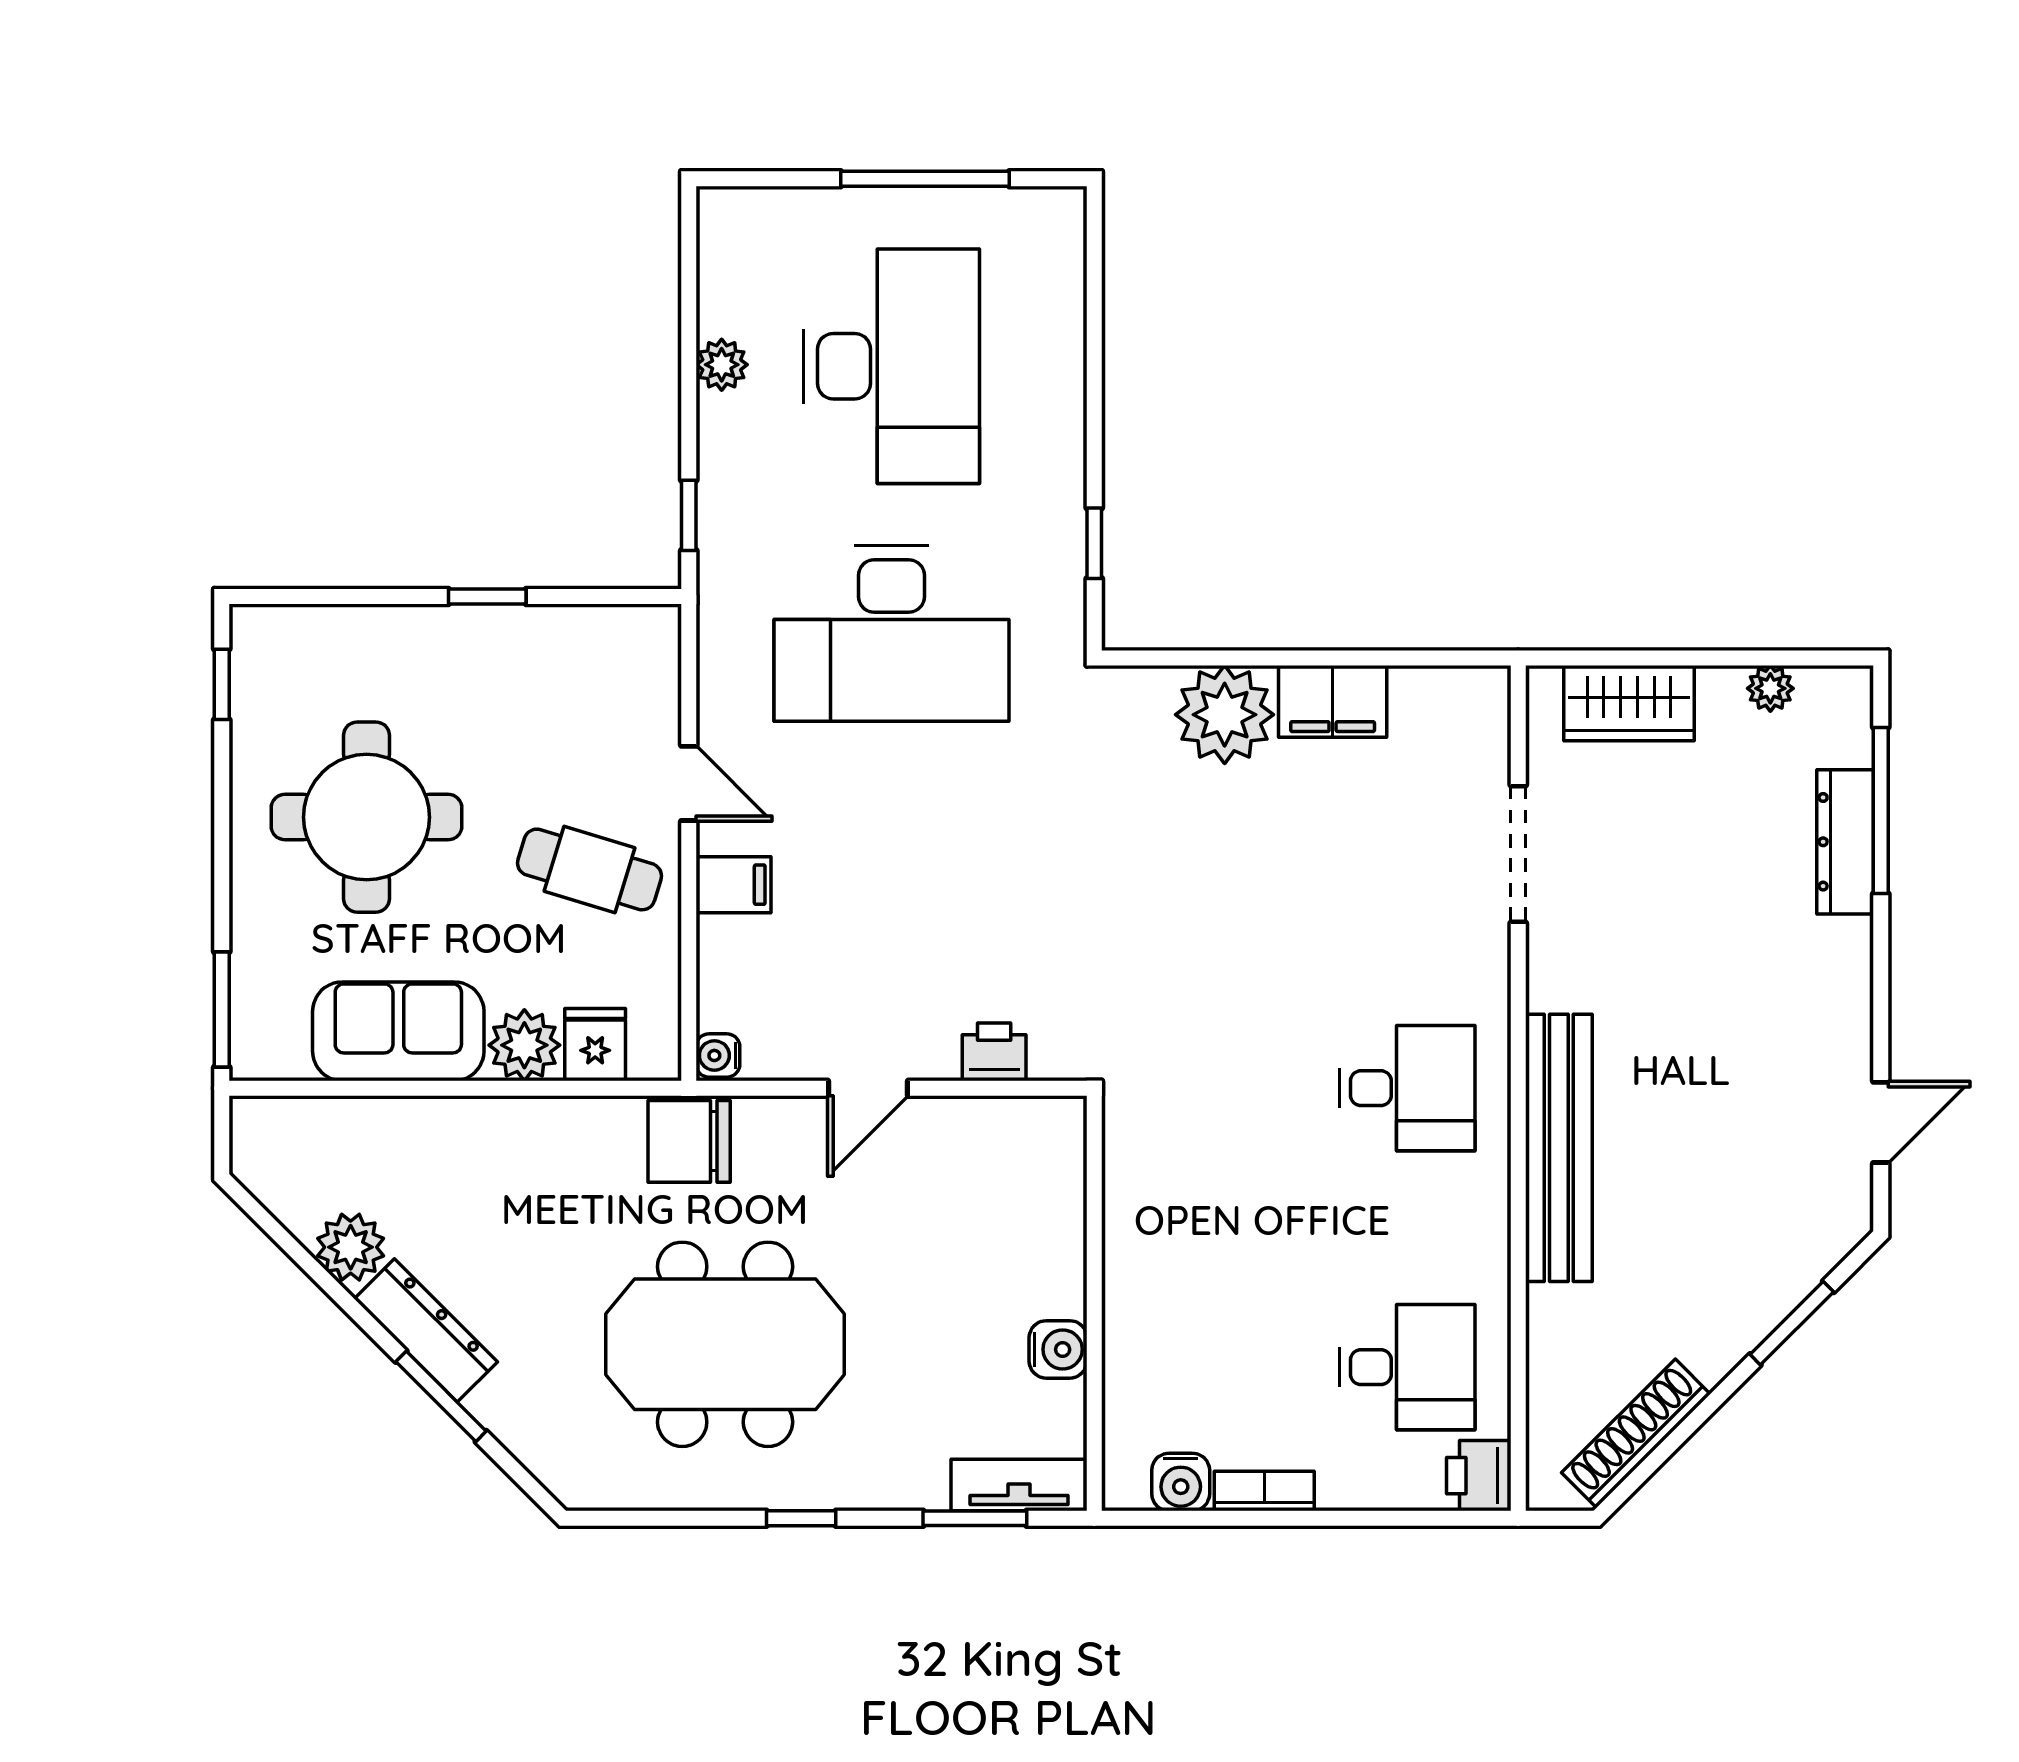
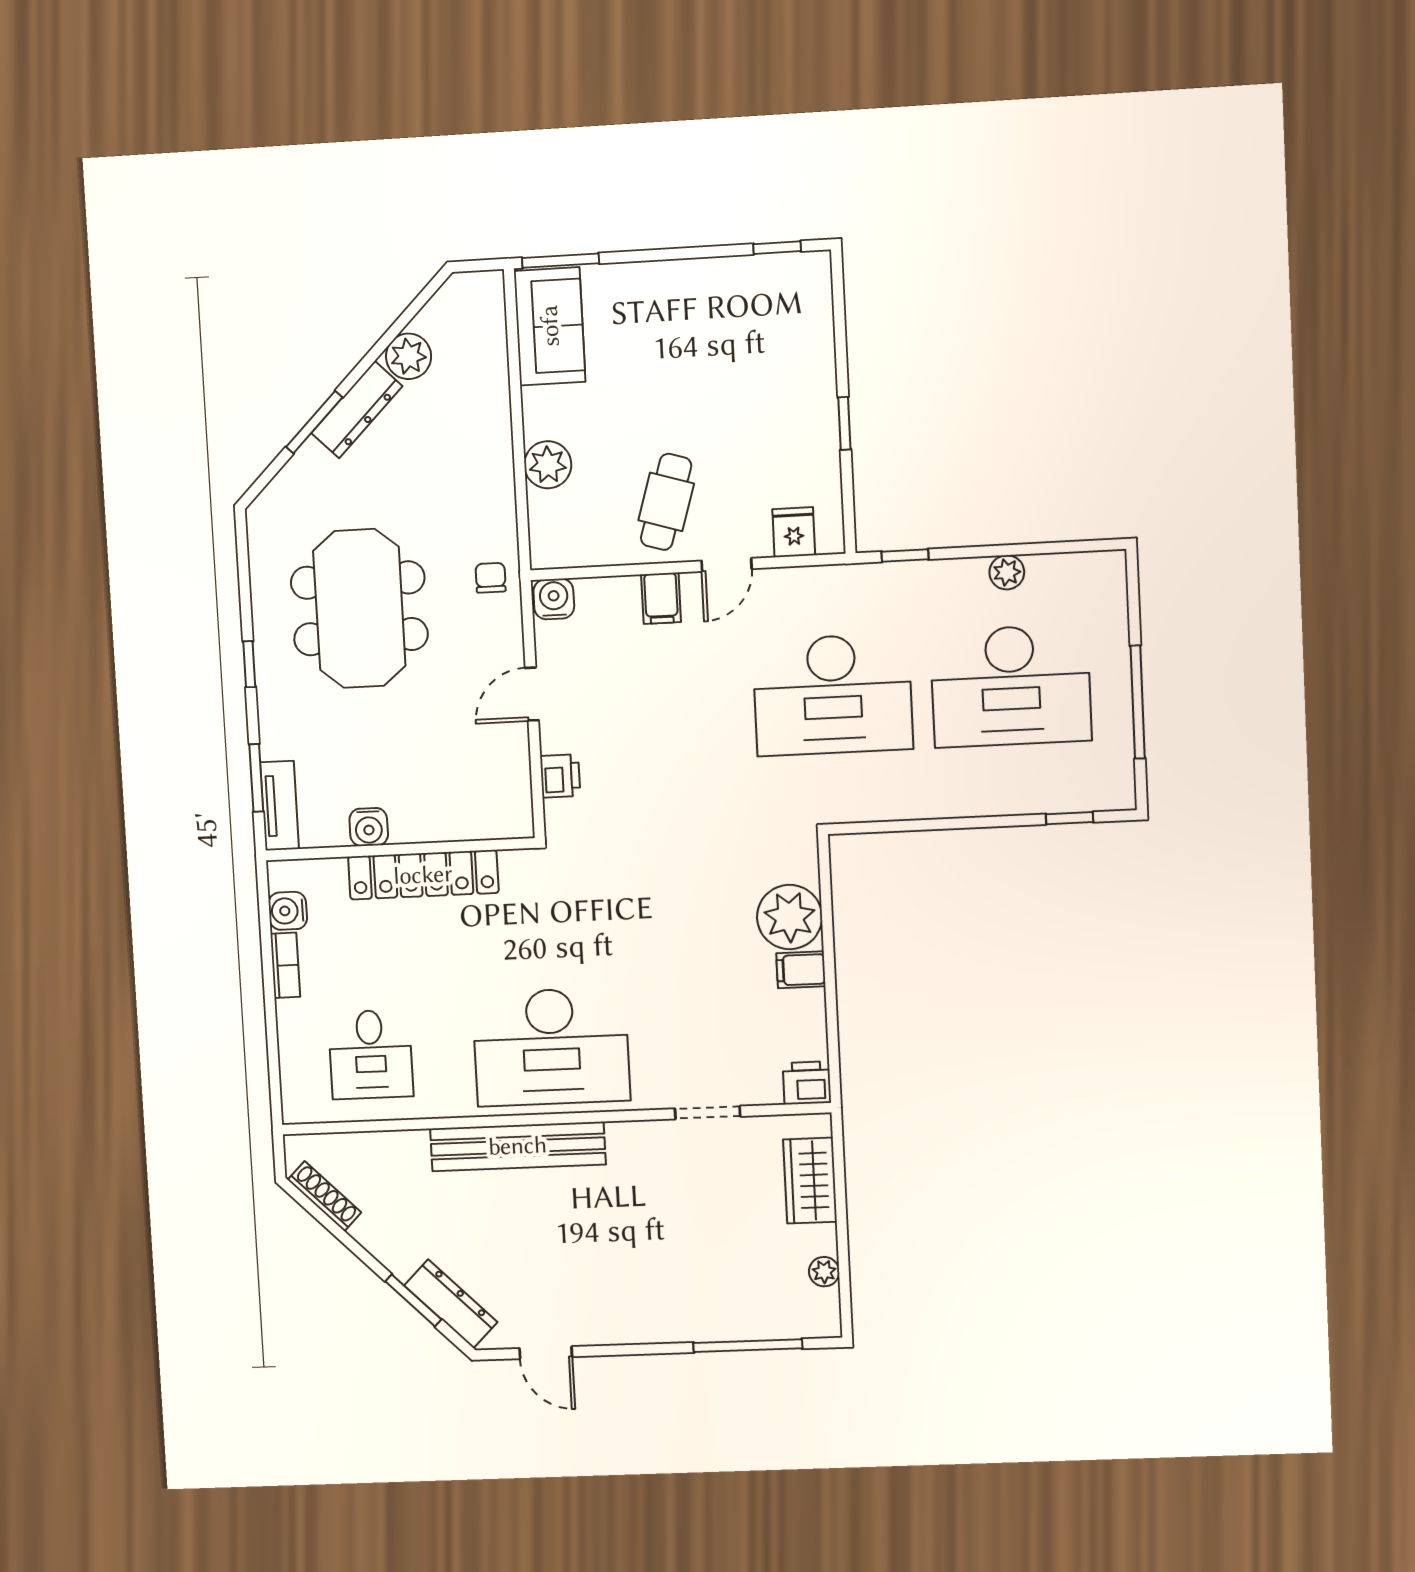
window: (1094, 543) -> (1070, 818), moved
desk: (891, 633) -> (833, 695), turned -90
filing cabinet: (1333, 701) -> (801, 970), width x0.50
round table: (367, 817) -> (693, 351), removed
dresser: (1845, 842) -> (451, 1304), moved, turned 45
doorway: (1518, 854) -> (708, 1113), width x0.73
sofa: (398, 1031) -> (550, 326), moved
fridge: (595, 1045) -> (794, 532), moved, turned -90
water cooler: (718, 1055) -> (554, 599), width x1.38, depth x1.38
door: (868, 1088) -> (532, 694), hinge flipped
desk: (1407, 1088) -> (551, 1047), width x1.87, depth x1.30
chair: (689, 1141) -> (491, 578), width x0.54, depth x0.54
locker: (1135, 1270) -> (423, 875), added
shoe rack: (1636, 1433) -> (324, 1196), width x0.74, depth x0.81
printer: (1479, 1476) -> (807, 1083), moved

